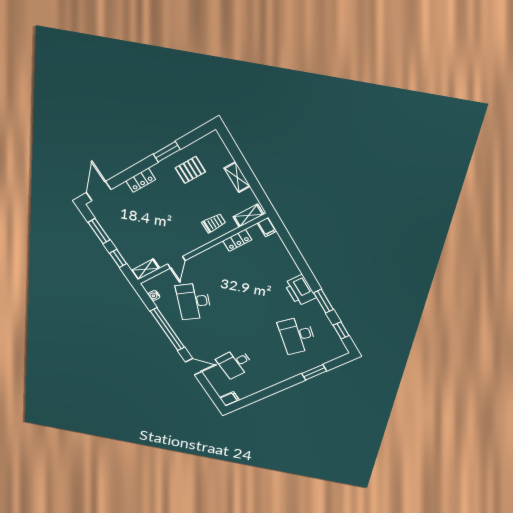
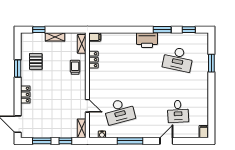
window: (234, 151) -> (39, 30), added
desk: (194, 301) -> (119, 111), turned -36
window: (167, 329) -> (130, 141), width x0.68

